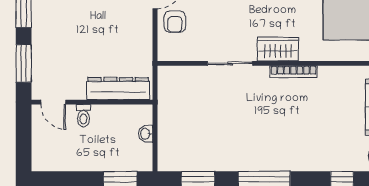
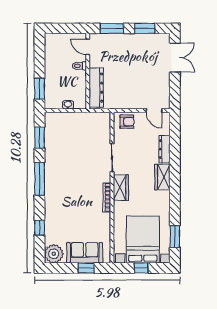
armchair: (175, 22) -> (127, 122), moved, turned 180
door: (53, 102) -> (88, 47), hinge flipped

